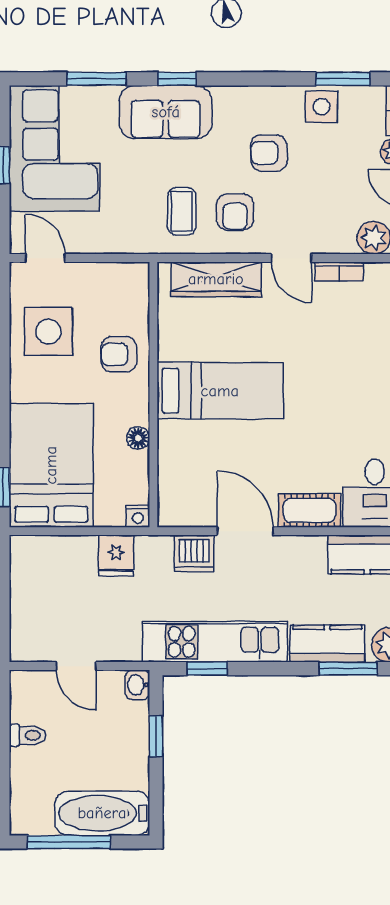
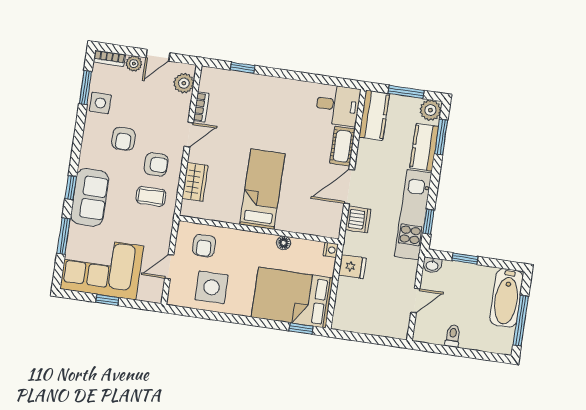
door: (45, 258) -> (169, 267), moved
wardrobe: (216, 279) -> (195, 182), width x0.67
armchair: (119, 354) -> (204, 246), moved

